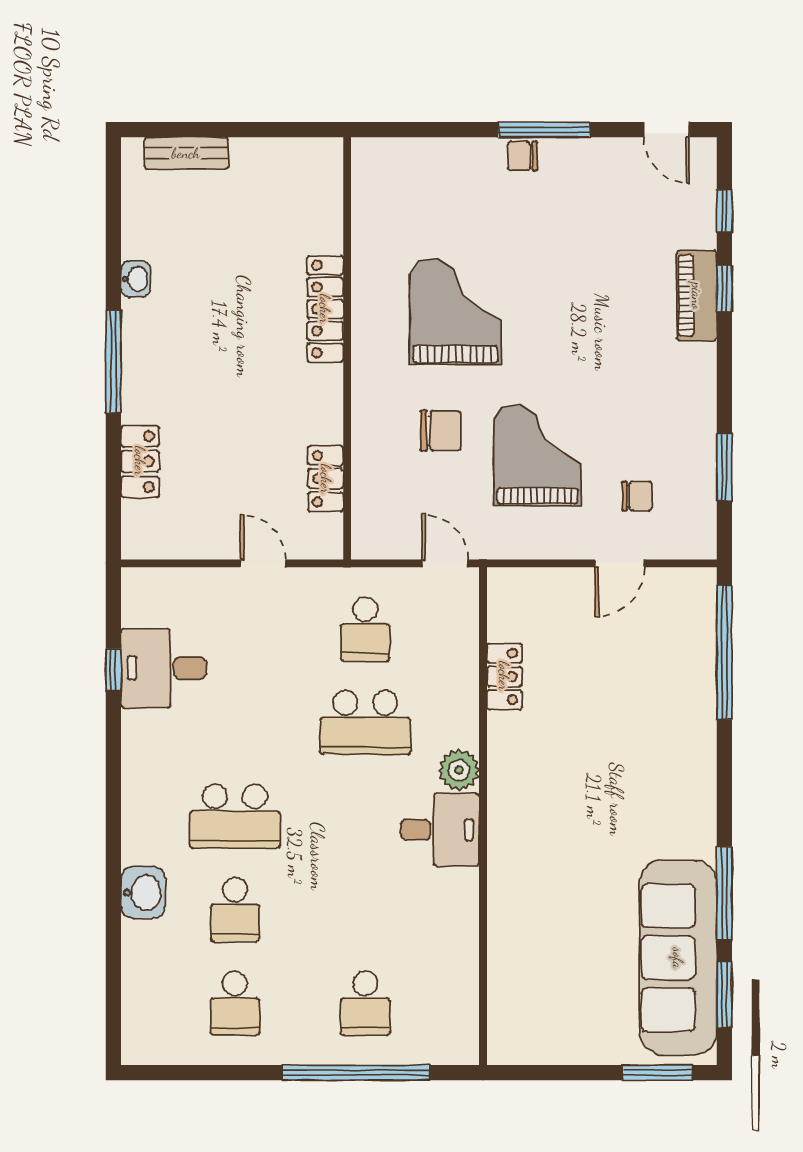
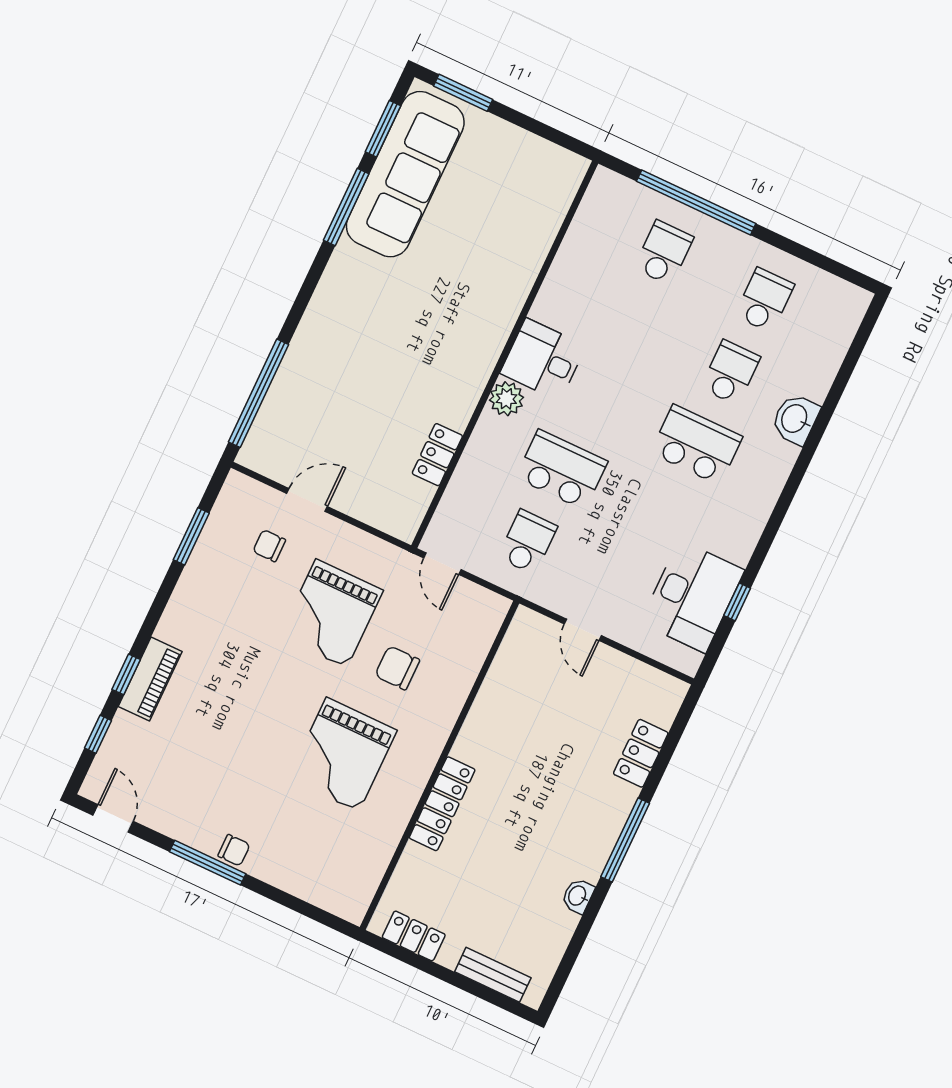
locker: (326, 479) -> (414, 936), moved, turned -90
desk: (164, 668) -> (692, 596), width x1.37

